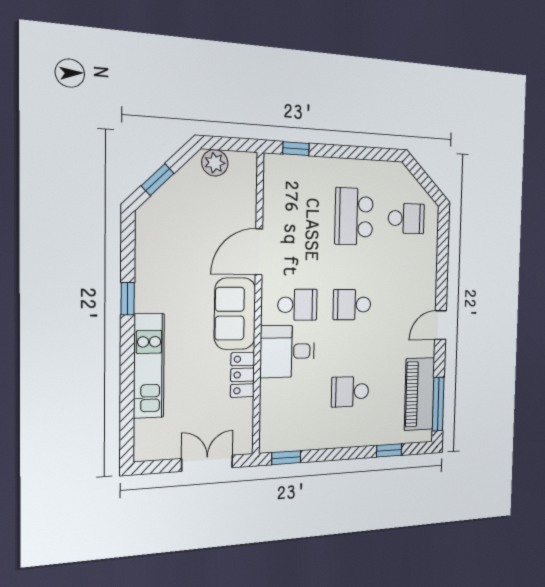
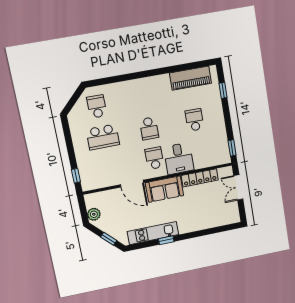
door: (441, 325) -> (151, 73), removed
kitchen unit: (149, 366) -> (153, 233), moved
locker: (243, 375) -> (200, 178), width x1.53
school desk: (350, 392) -> (195, 120), turned 180
window: (438, 404) -> (195, 65), removed

